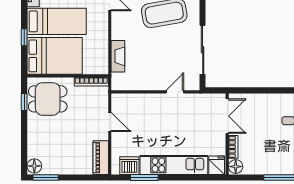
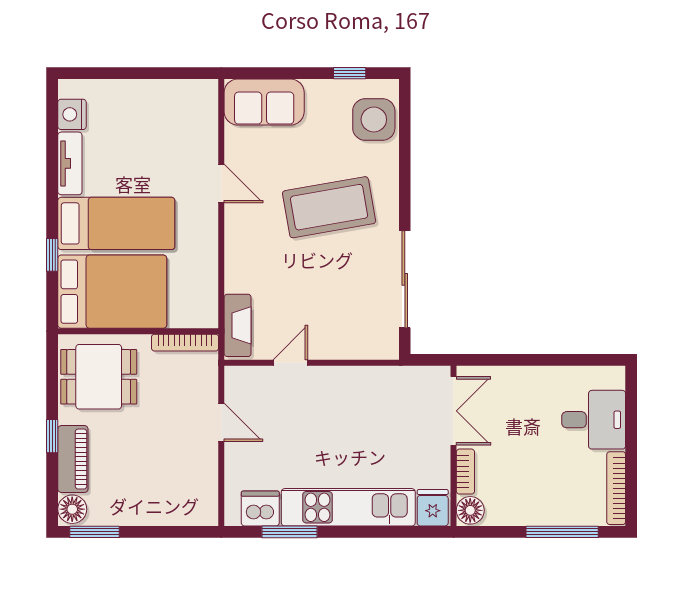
fireplace: (118, 56) -> (238, 325), moved
door: (175, 92) -> (290, 363), moved
window: (24, 102) -> (52, 436), moved
piano: (101, 158) -> (73, 459), moved, turned 180

